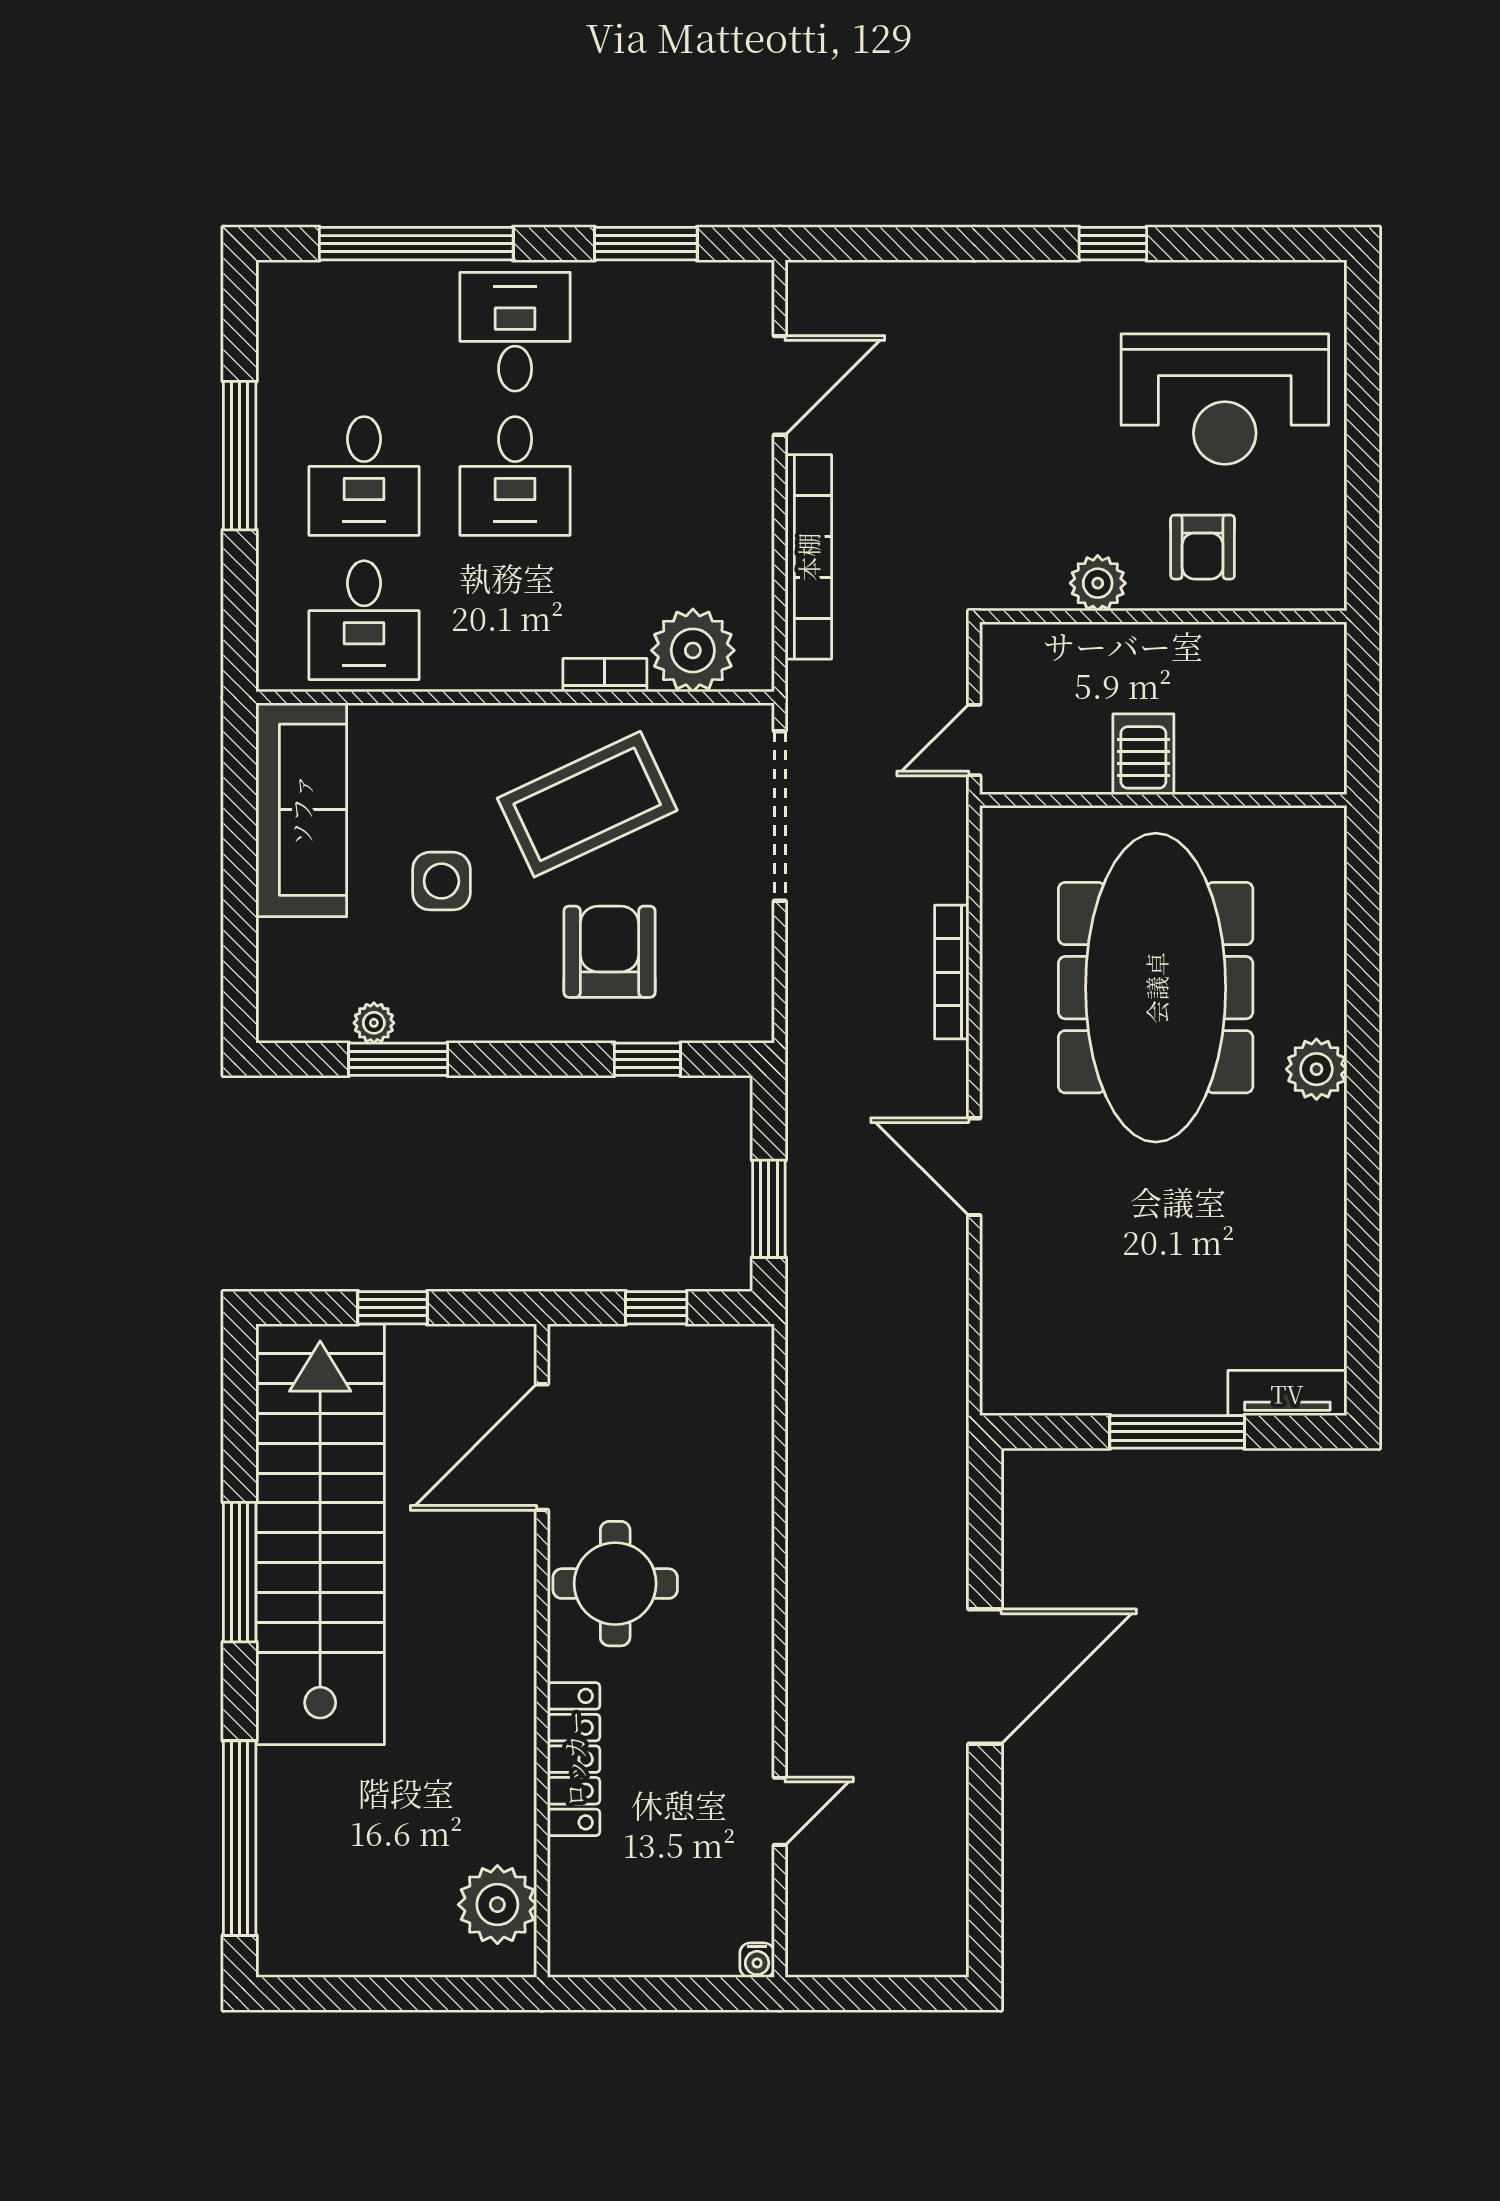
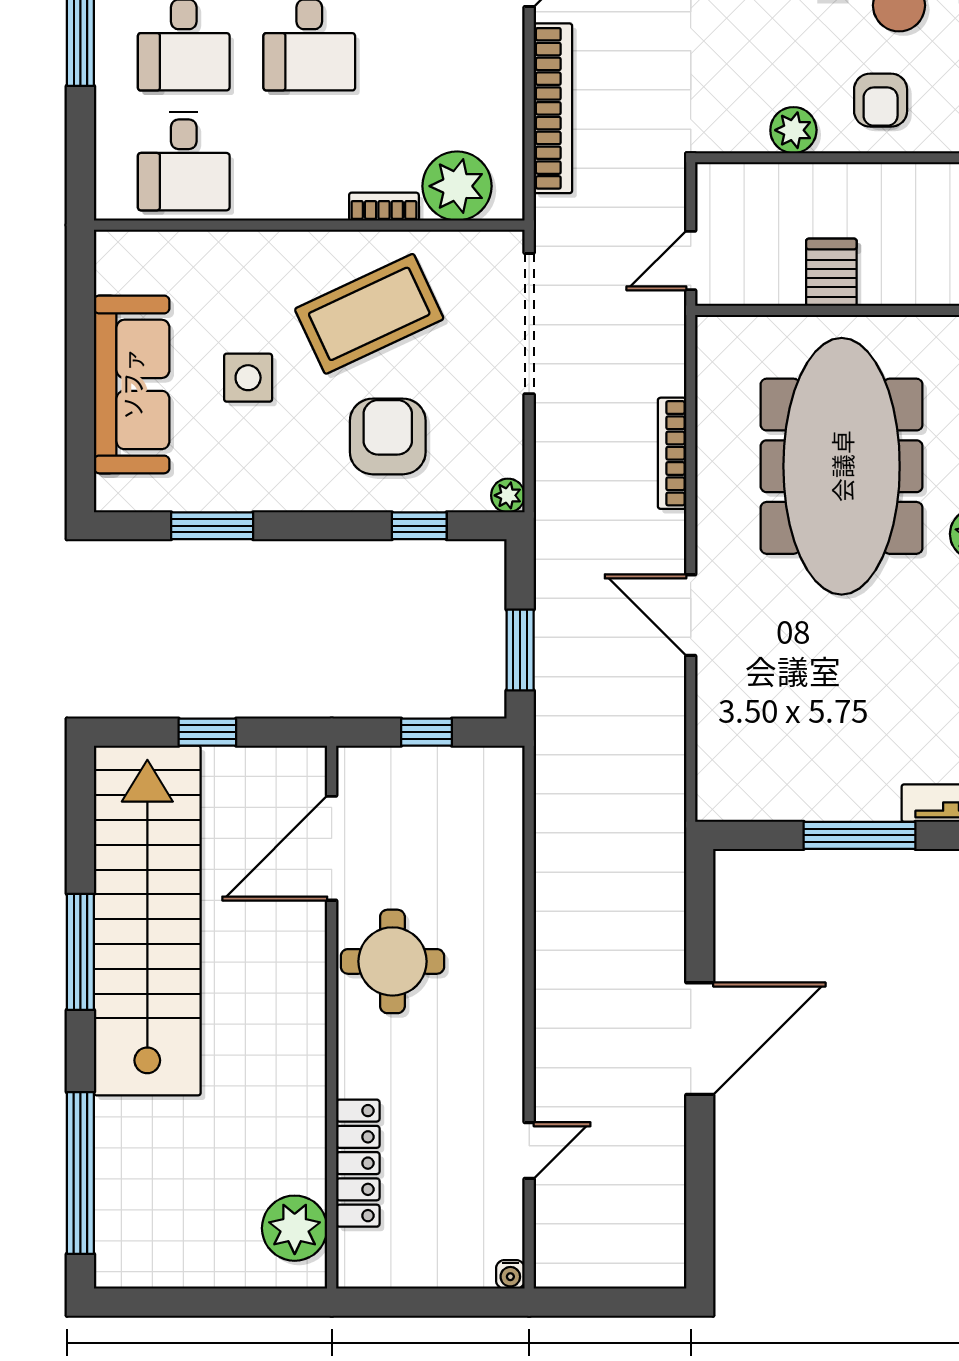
sofa: (301, 810) -> (132, 384), moved
plant: (374, 1023) -> (508, 495), moved
locker: (574, 1759) -> (358, 1163), moved

